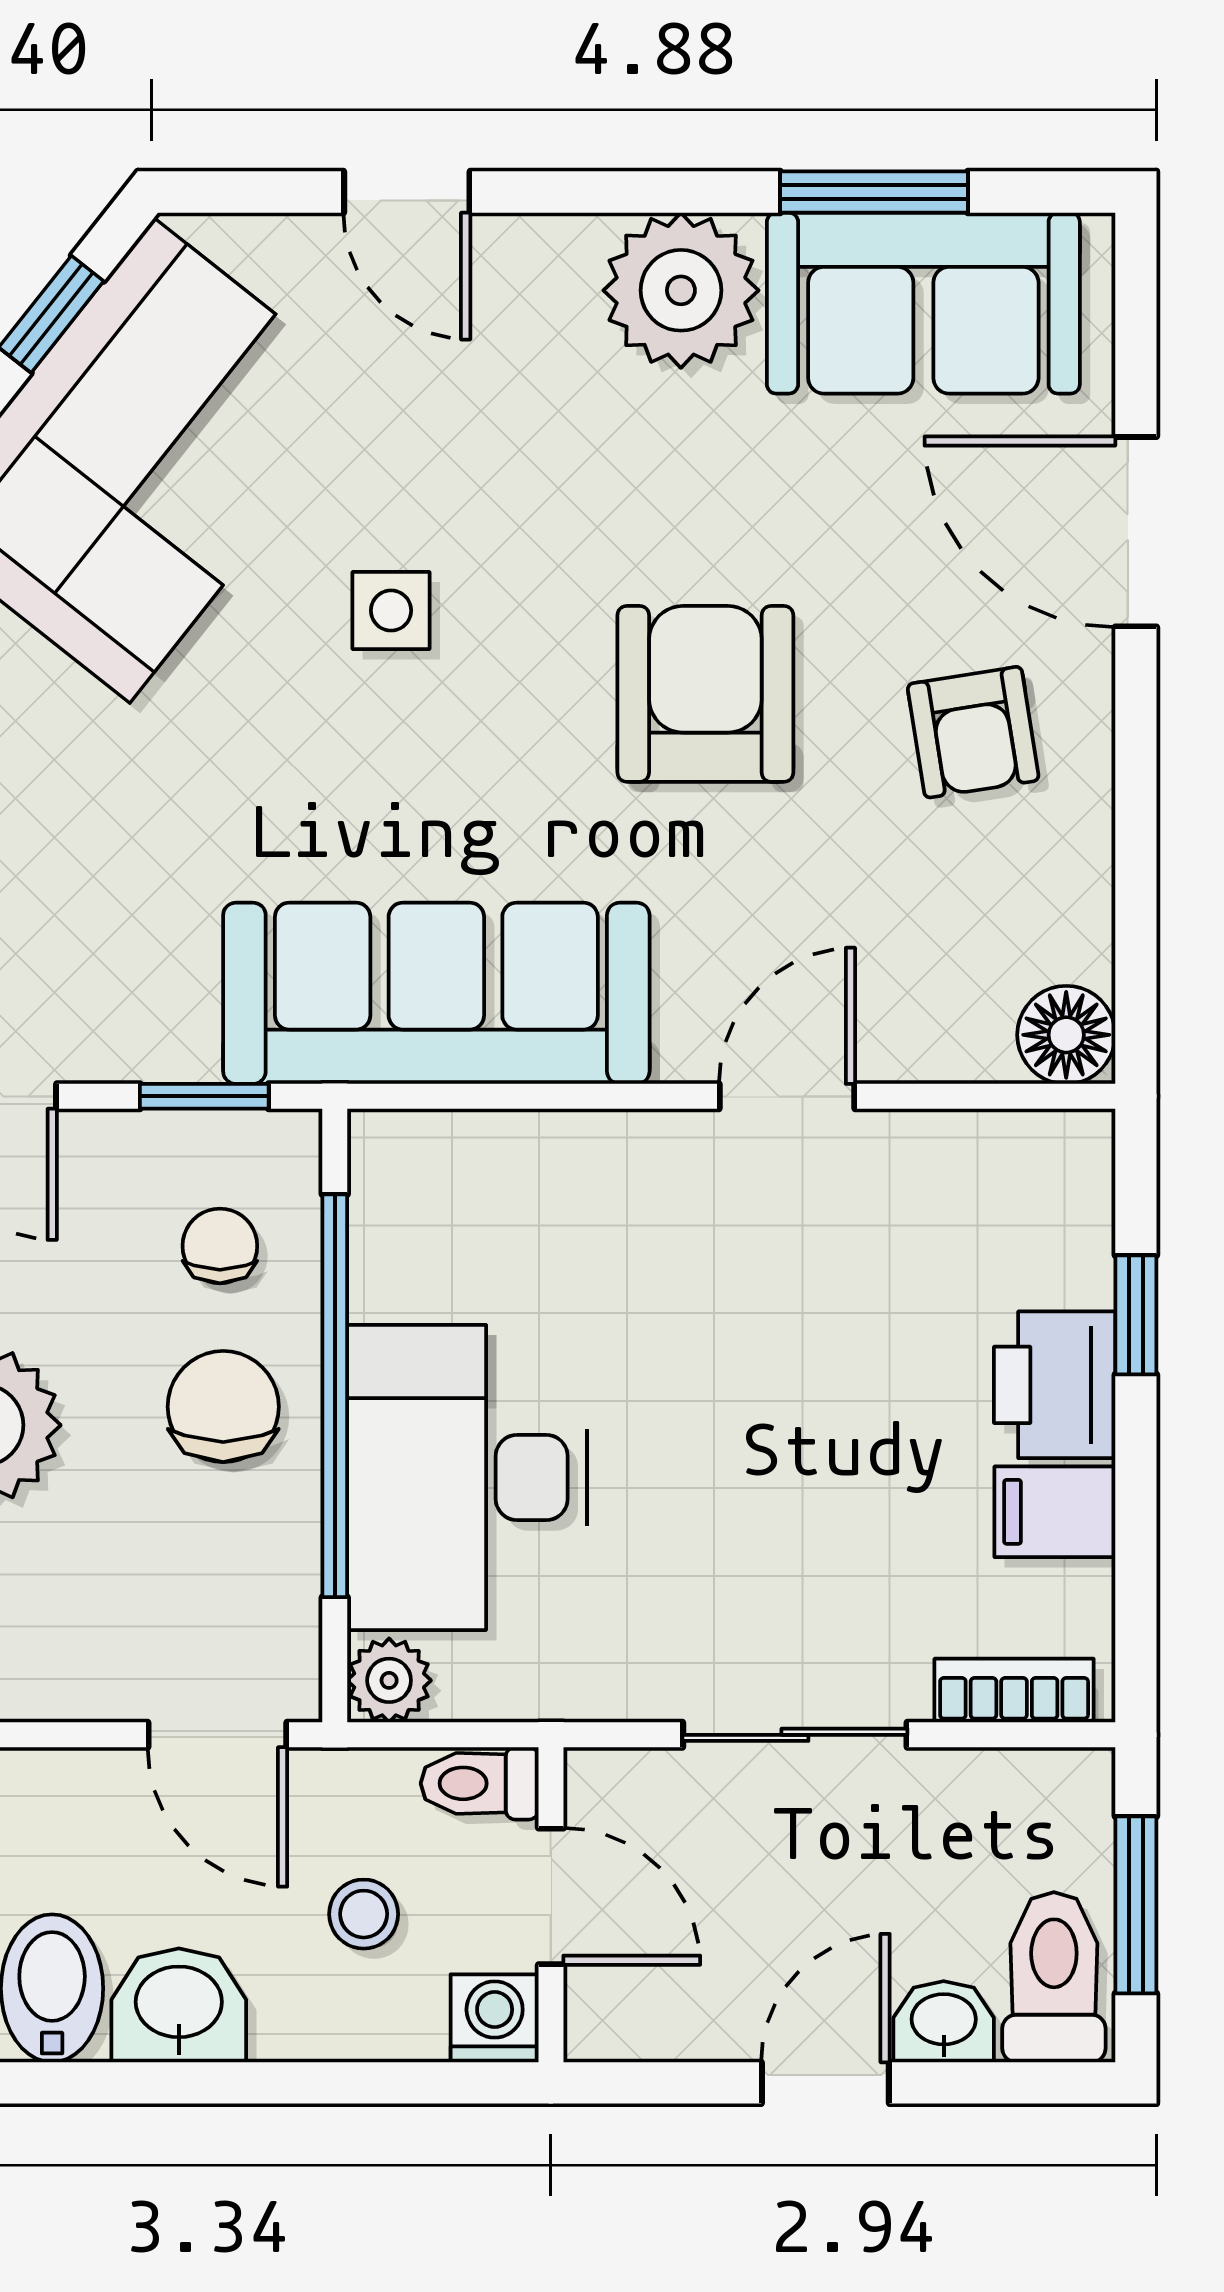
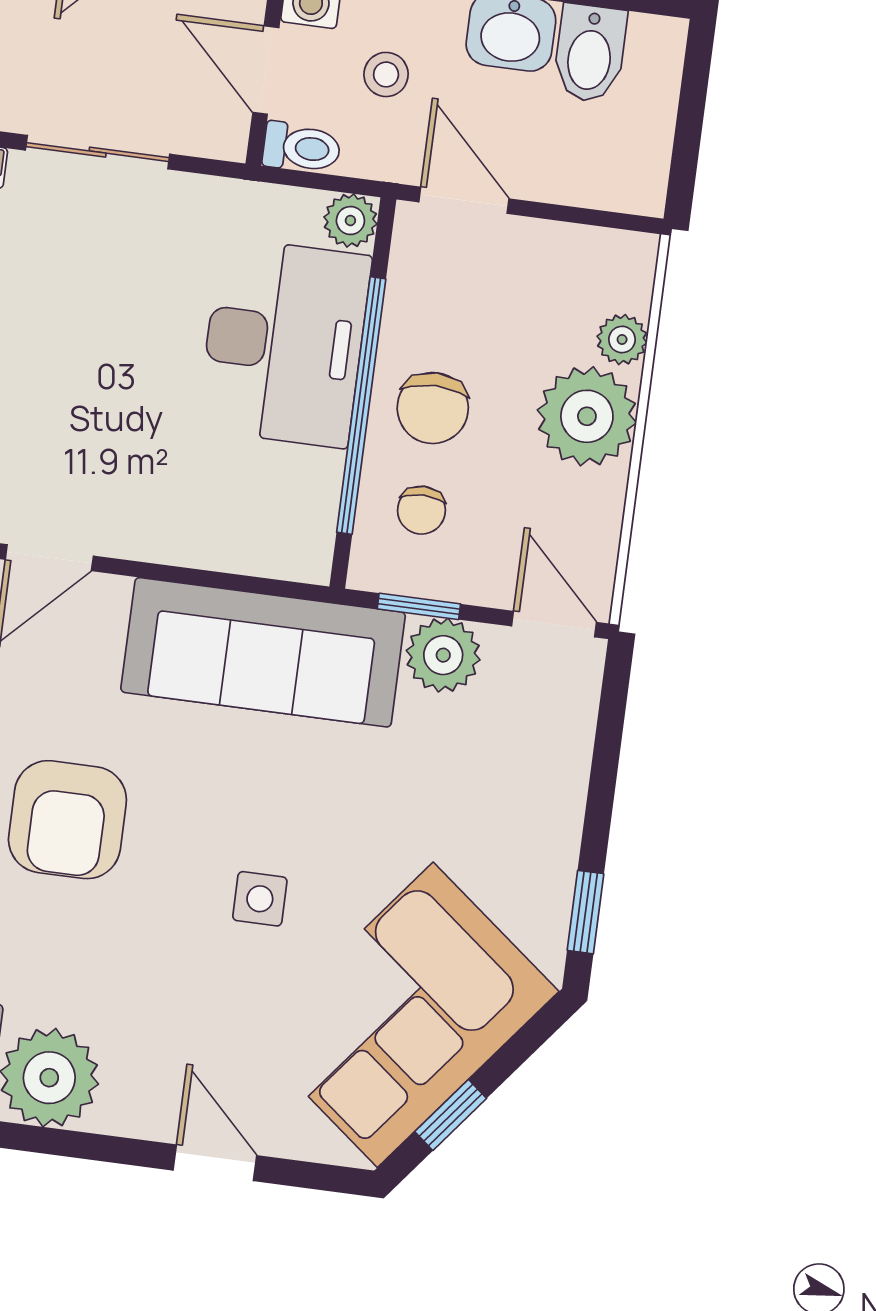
plant: (157, 1026) -> (443, 655), added

